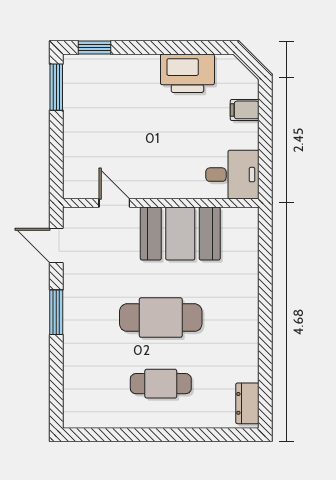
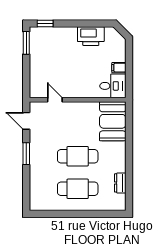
filing cabinet: (245, 110) -> (119, 68), moved
booth: (180, 233) -> (113, 121), moved, turned 90
cafe table: (161, 384) -> (78, 189), width x1.37, depth x1.35
dresser: (247, 403) -> (120, 183), moved

